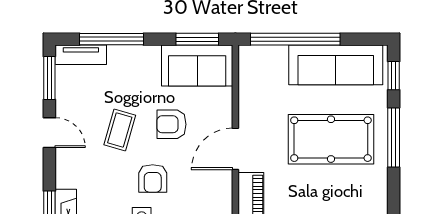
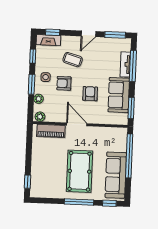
tv unit: (81, 55) -> (125, 64), moved
sofa: (197, 66) -> (119, 95), moved
coffee table: (120, 130) -> (73, 60), moved

